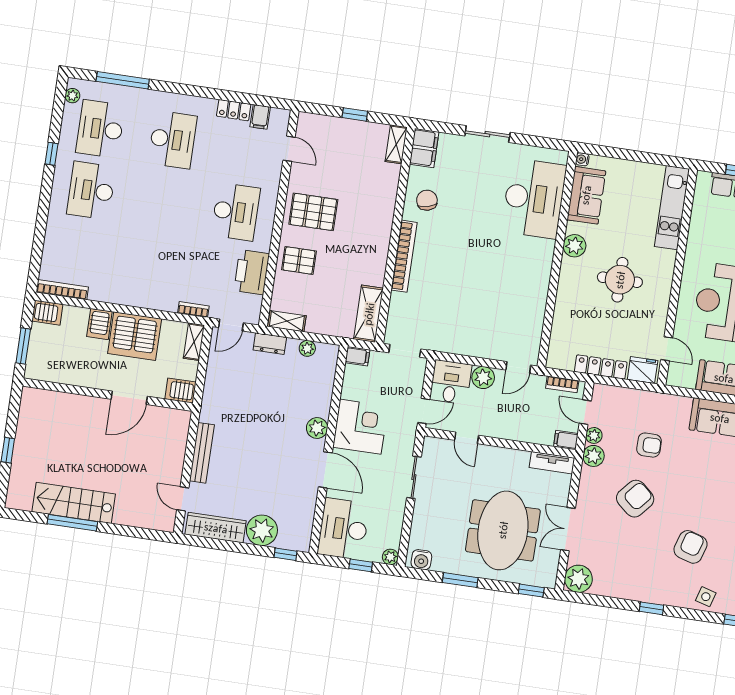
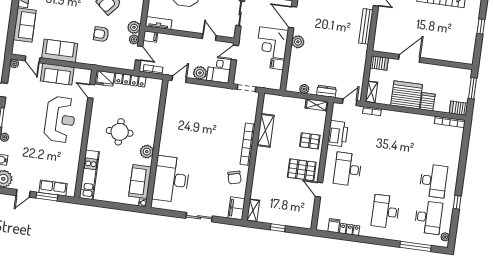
door: (289, 149) -> (319, 190), moved
shelving: (369, 314) -> (265, 130), moved
filing cabinet: (357, 356) -> (277, 64), moved

